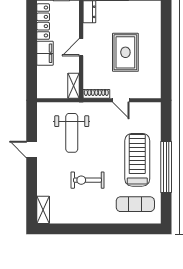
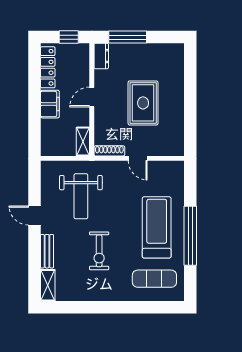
bench: (42, 180) -> (47, 251), added
exercise bike: (87, 180) -> (99, 251), turned -90

